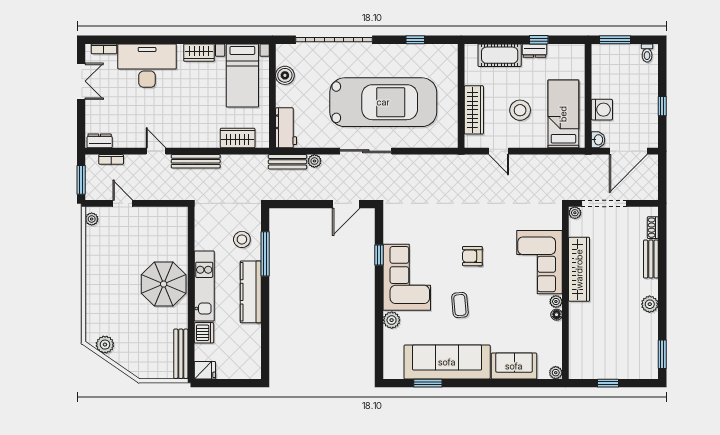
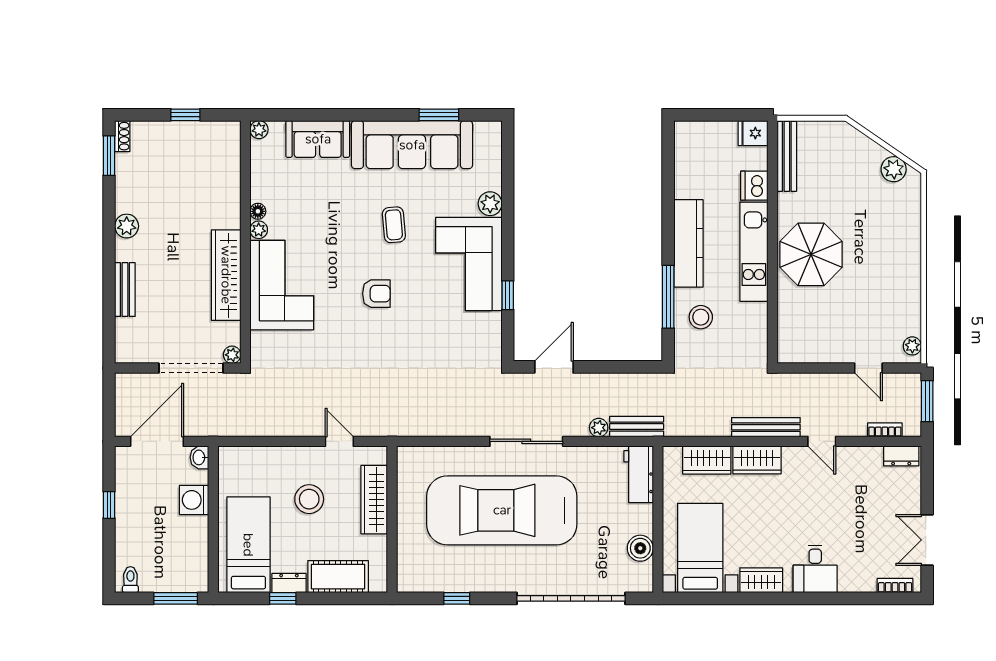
desk: (147, 66) -> (815, 569), width x0.53, depth x0.77
bed: (563, 114) -> (248, 545), moved, turned 180
wardrobe: (202, 138) -> (757, 460), added
shoe rack: (653, 228) -> (122, 136), moved

